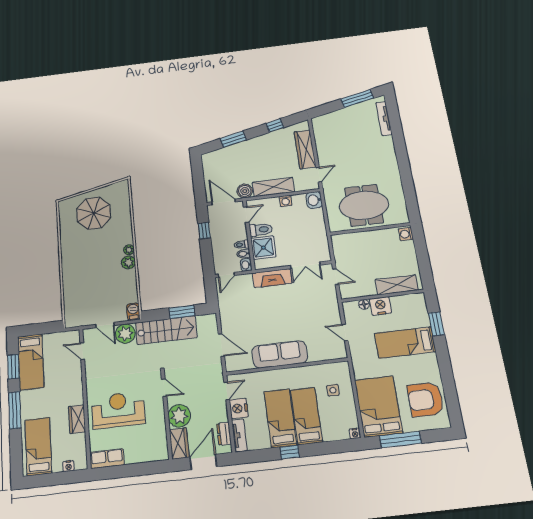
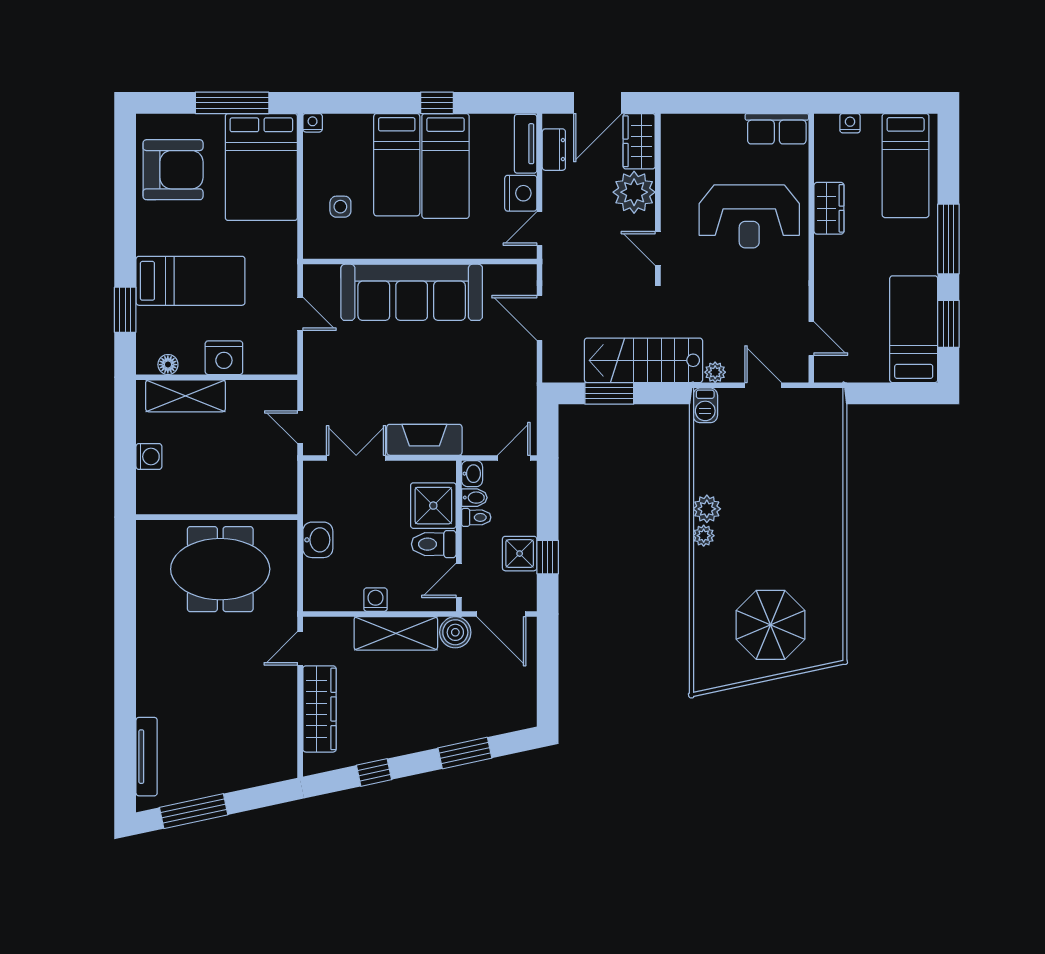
washbasin: (314, 200) -> (318, 540), moved
shower: (218, 231) -> (520, 554), added
washing machine: (406, 234) -> (149, 457), moved
floor lamp: (364, 304) -> (168, 365), moved
plant: (125, 334) -> (715, 372), width x0.53, depth x0.53
sofa: (280, 354) -> (412, 292), width x1.36, depth x1.27

